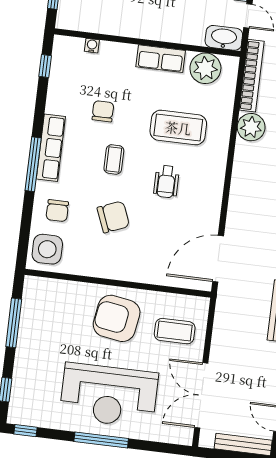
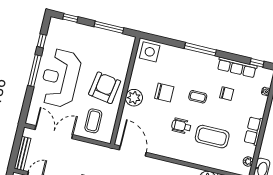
plant: (205, 68) -> (248, 161), width x0.53, depth x0.53
coffee table: (178, 128) -> (212, 137), turned 90
row of seats: (51, 148) -> (237, 67), moved
chair: (57, 211) -> (172, 60), removed
chair: (113, 217) -> (164, 93), turned -68
plant: (128, 267) -> (134, 98), added
window: (25, 431) -> (42, 41), moved

